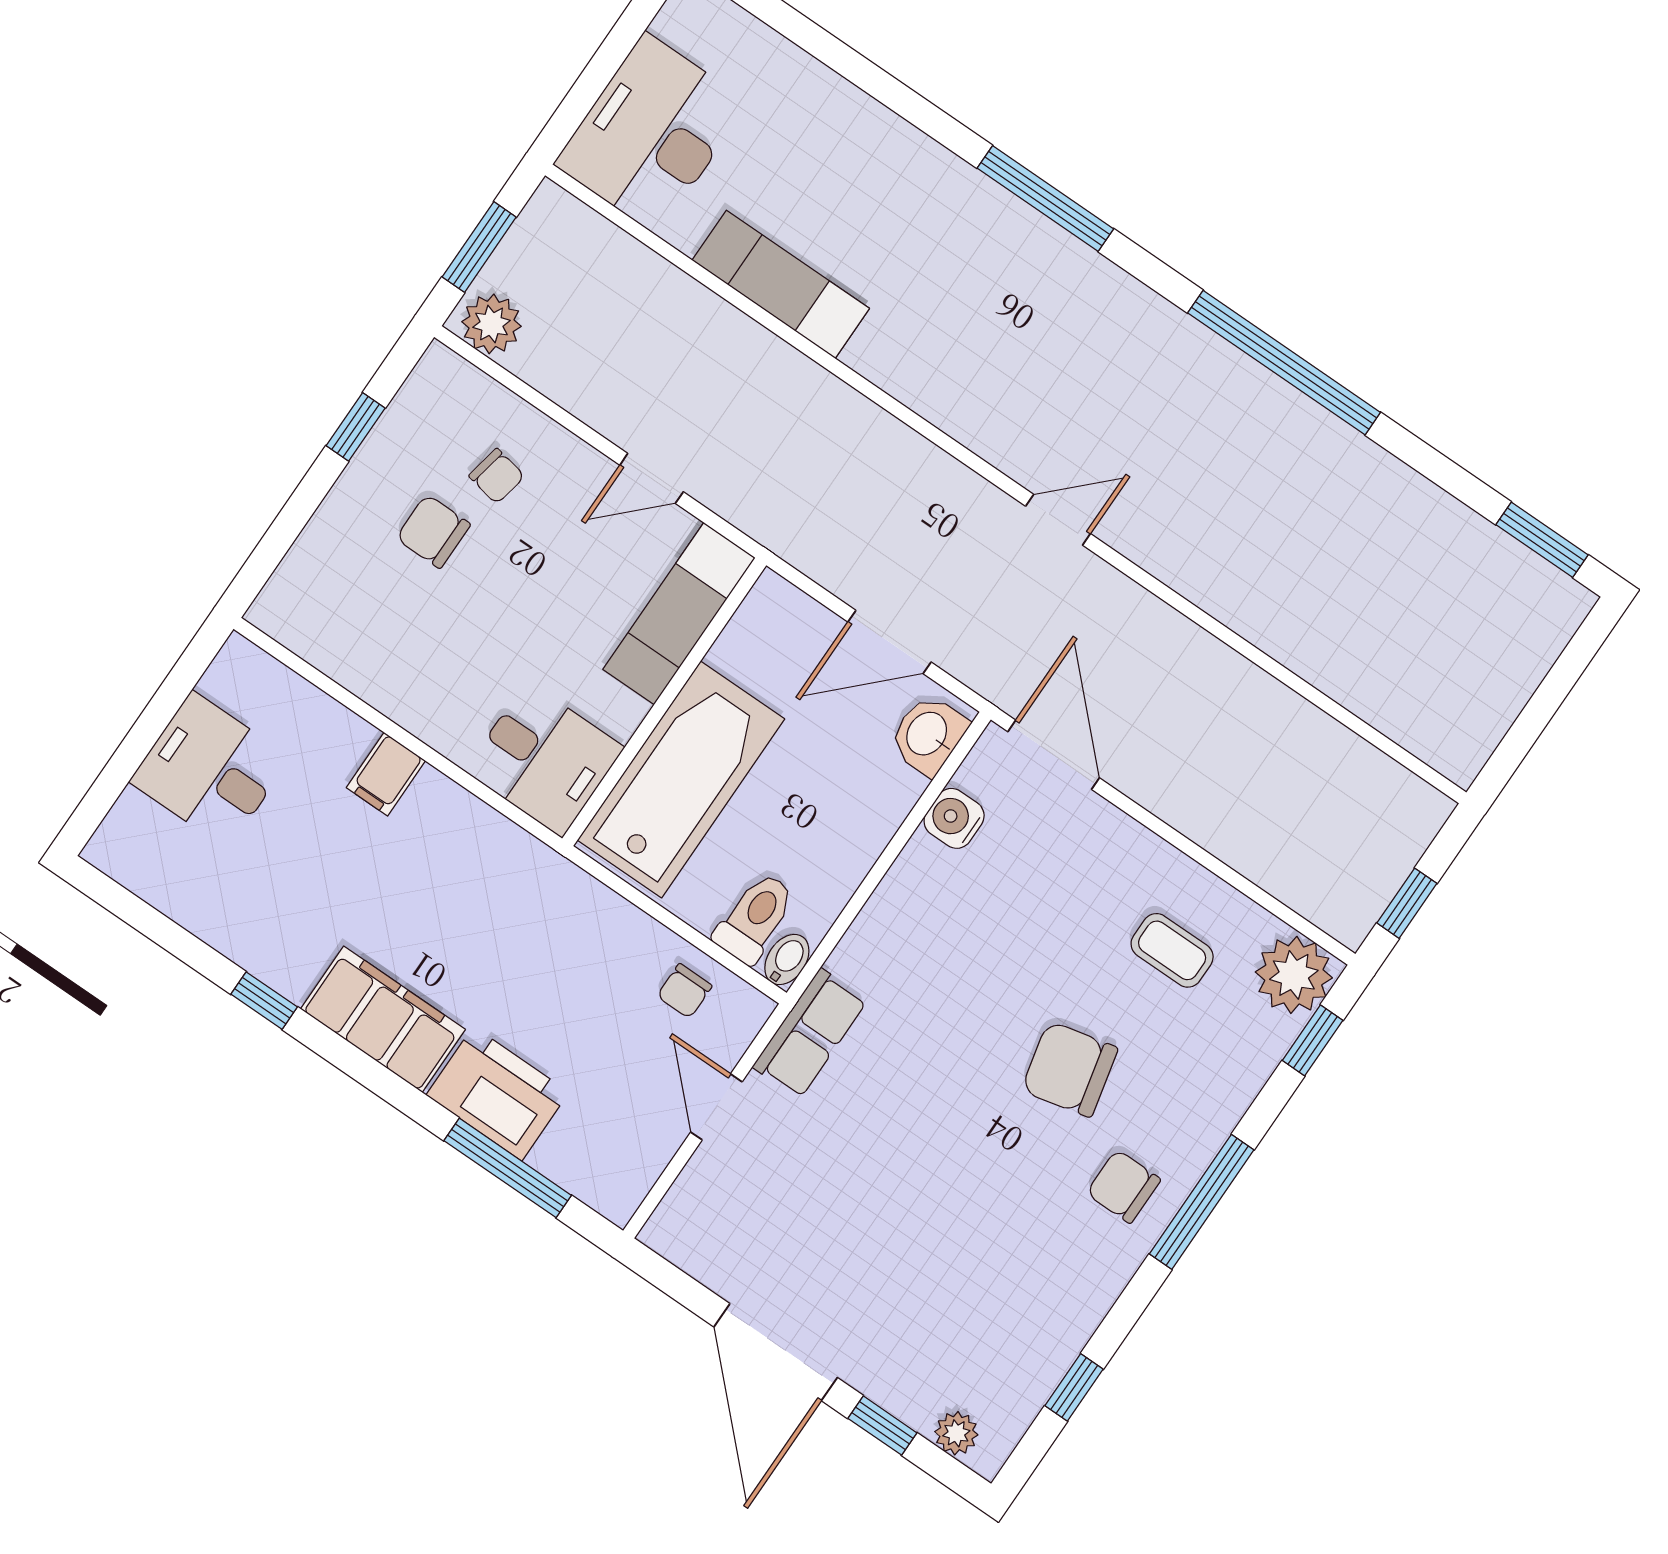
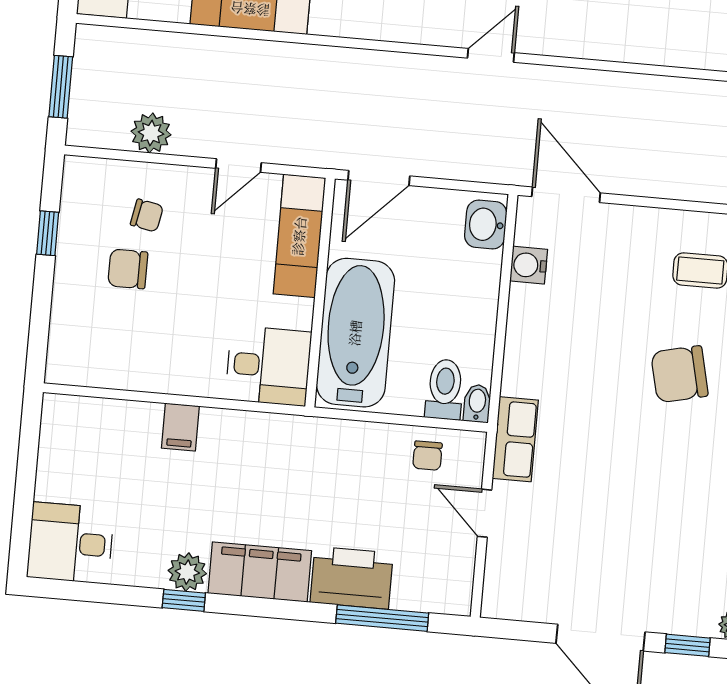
plant: (491, 324) -> (151, 133), moved
door: (890, 642) -> (379, 178), moved
desk: (210, 770) -> (70, 543), moved
plant: (289, 966) -> (187, 572), added

